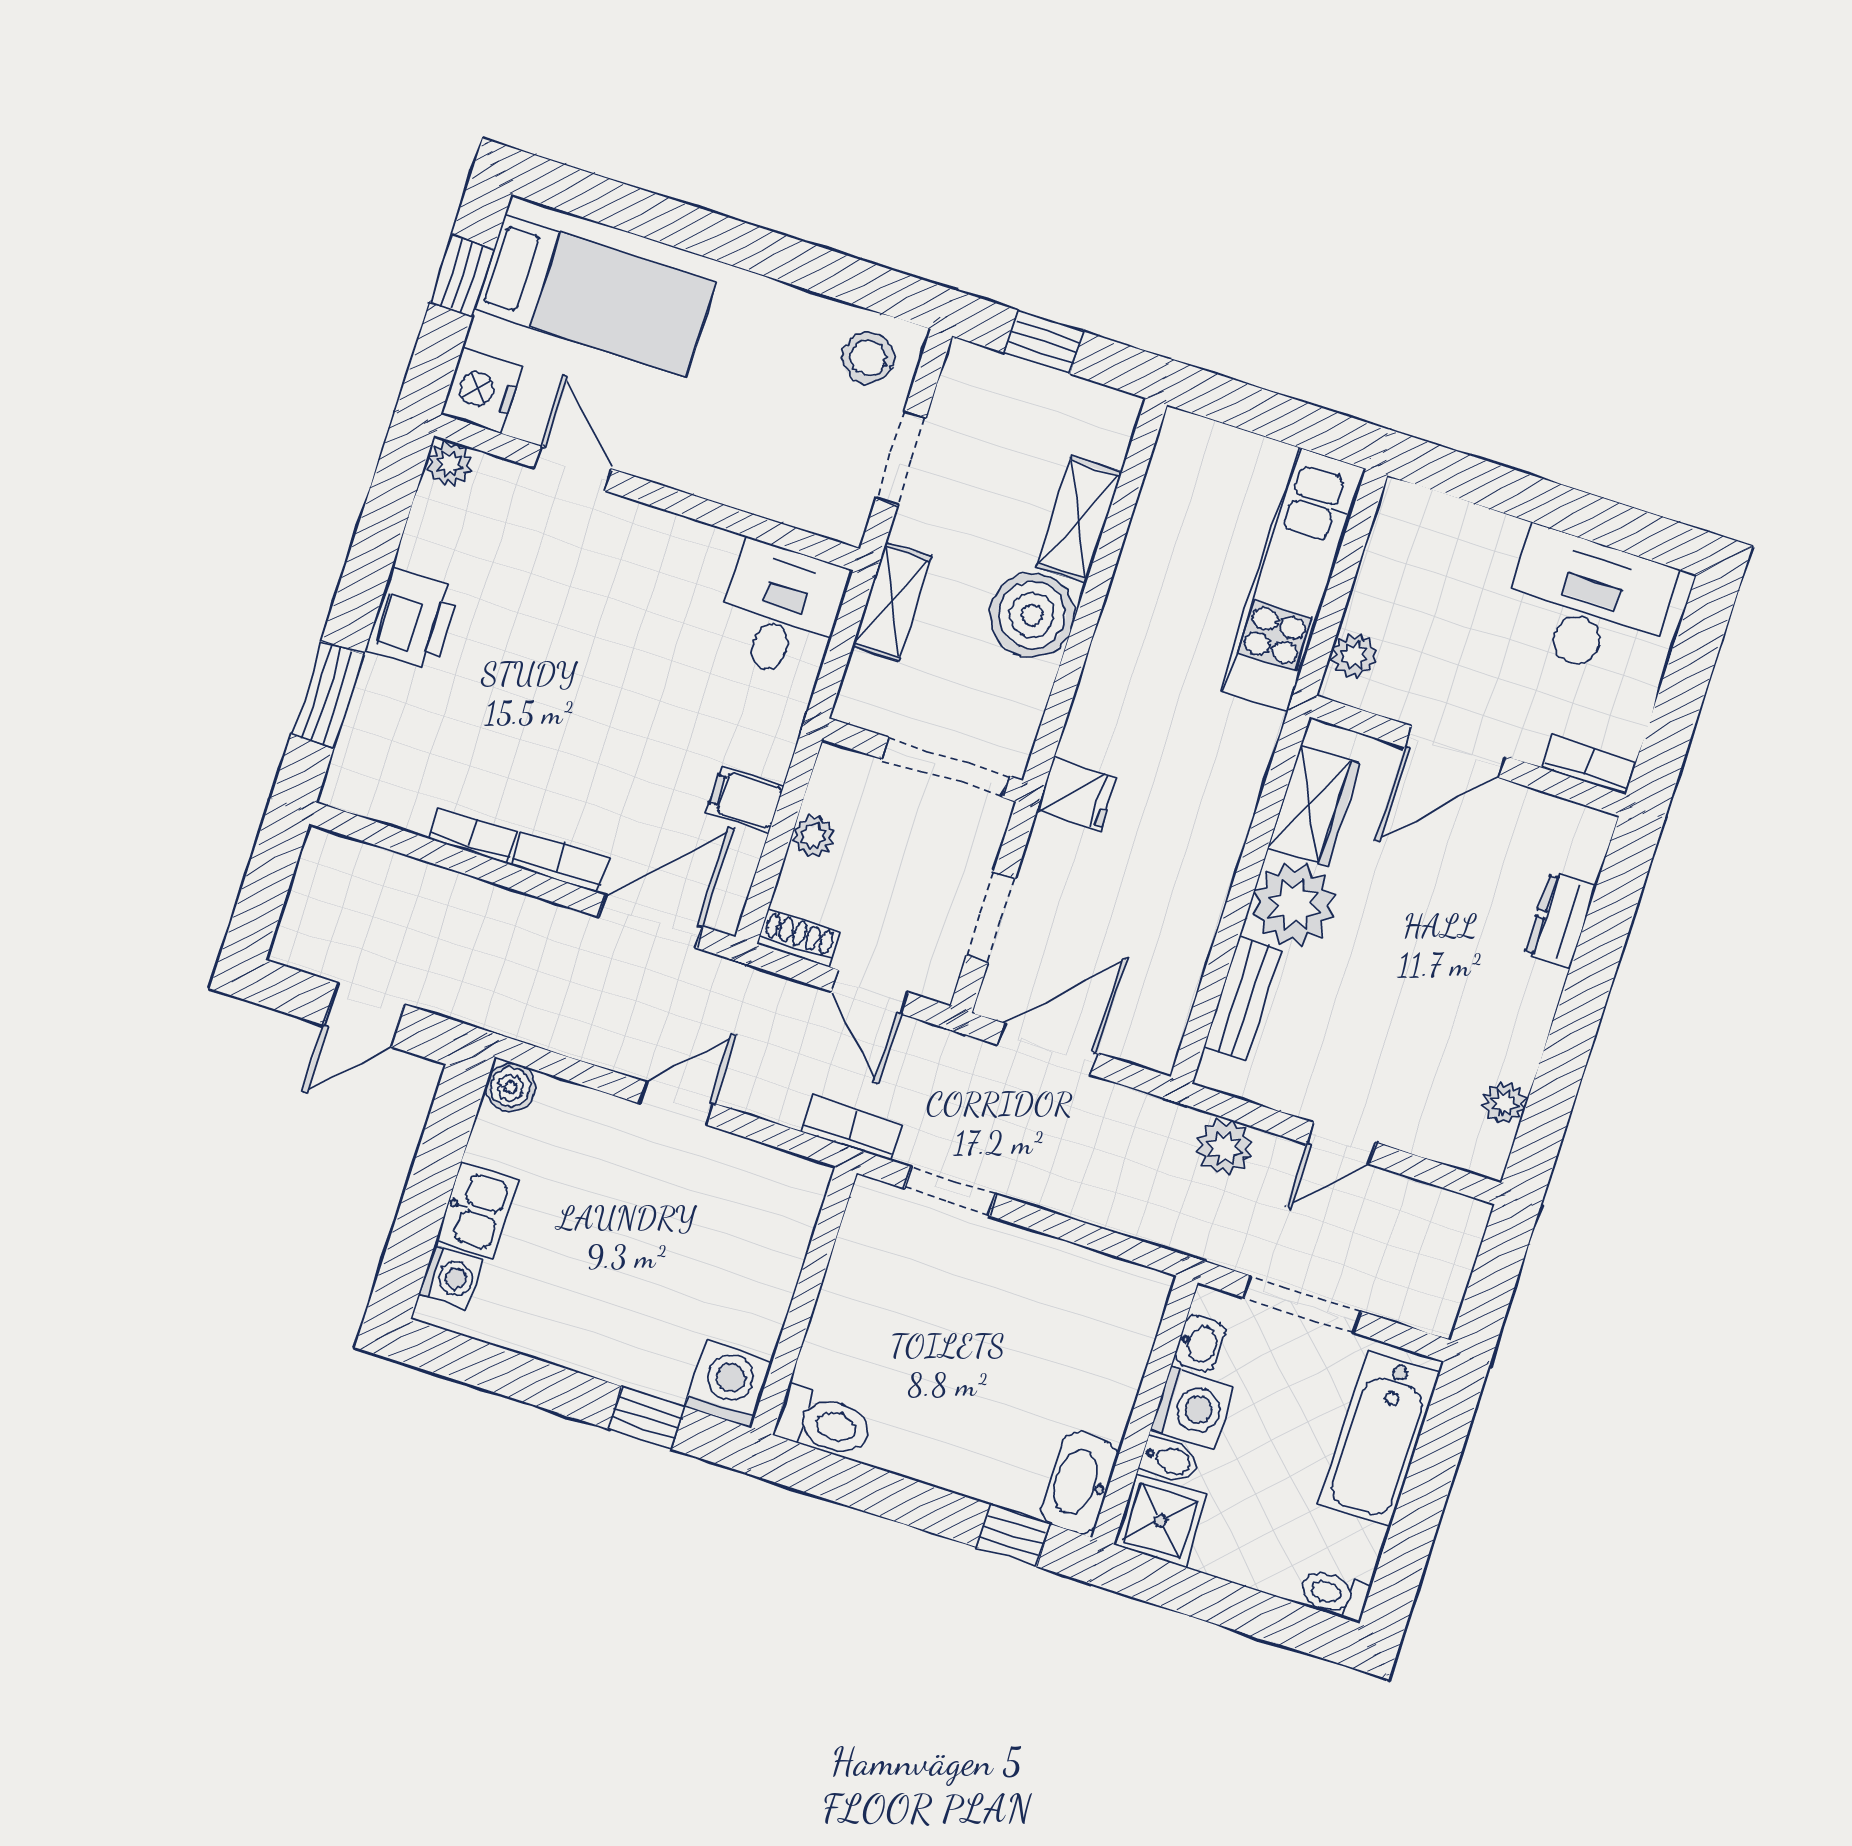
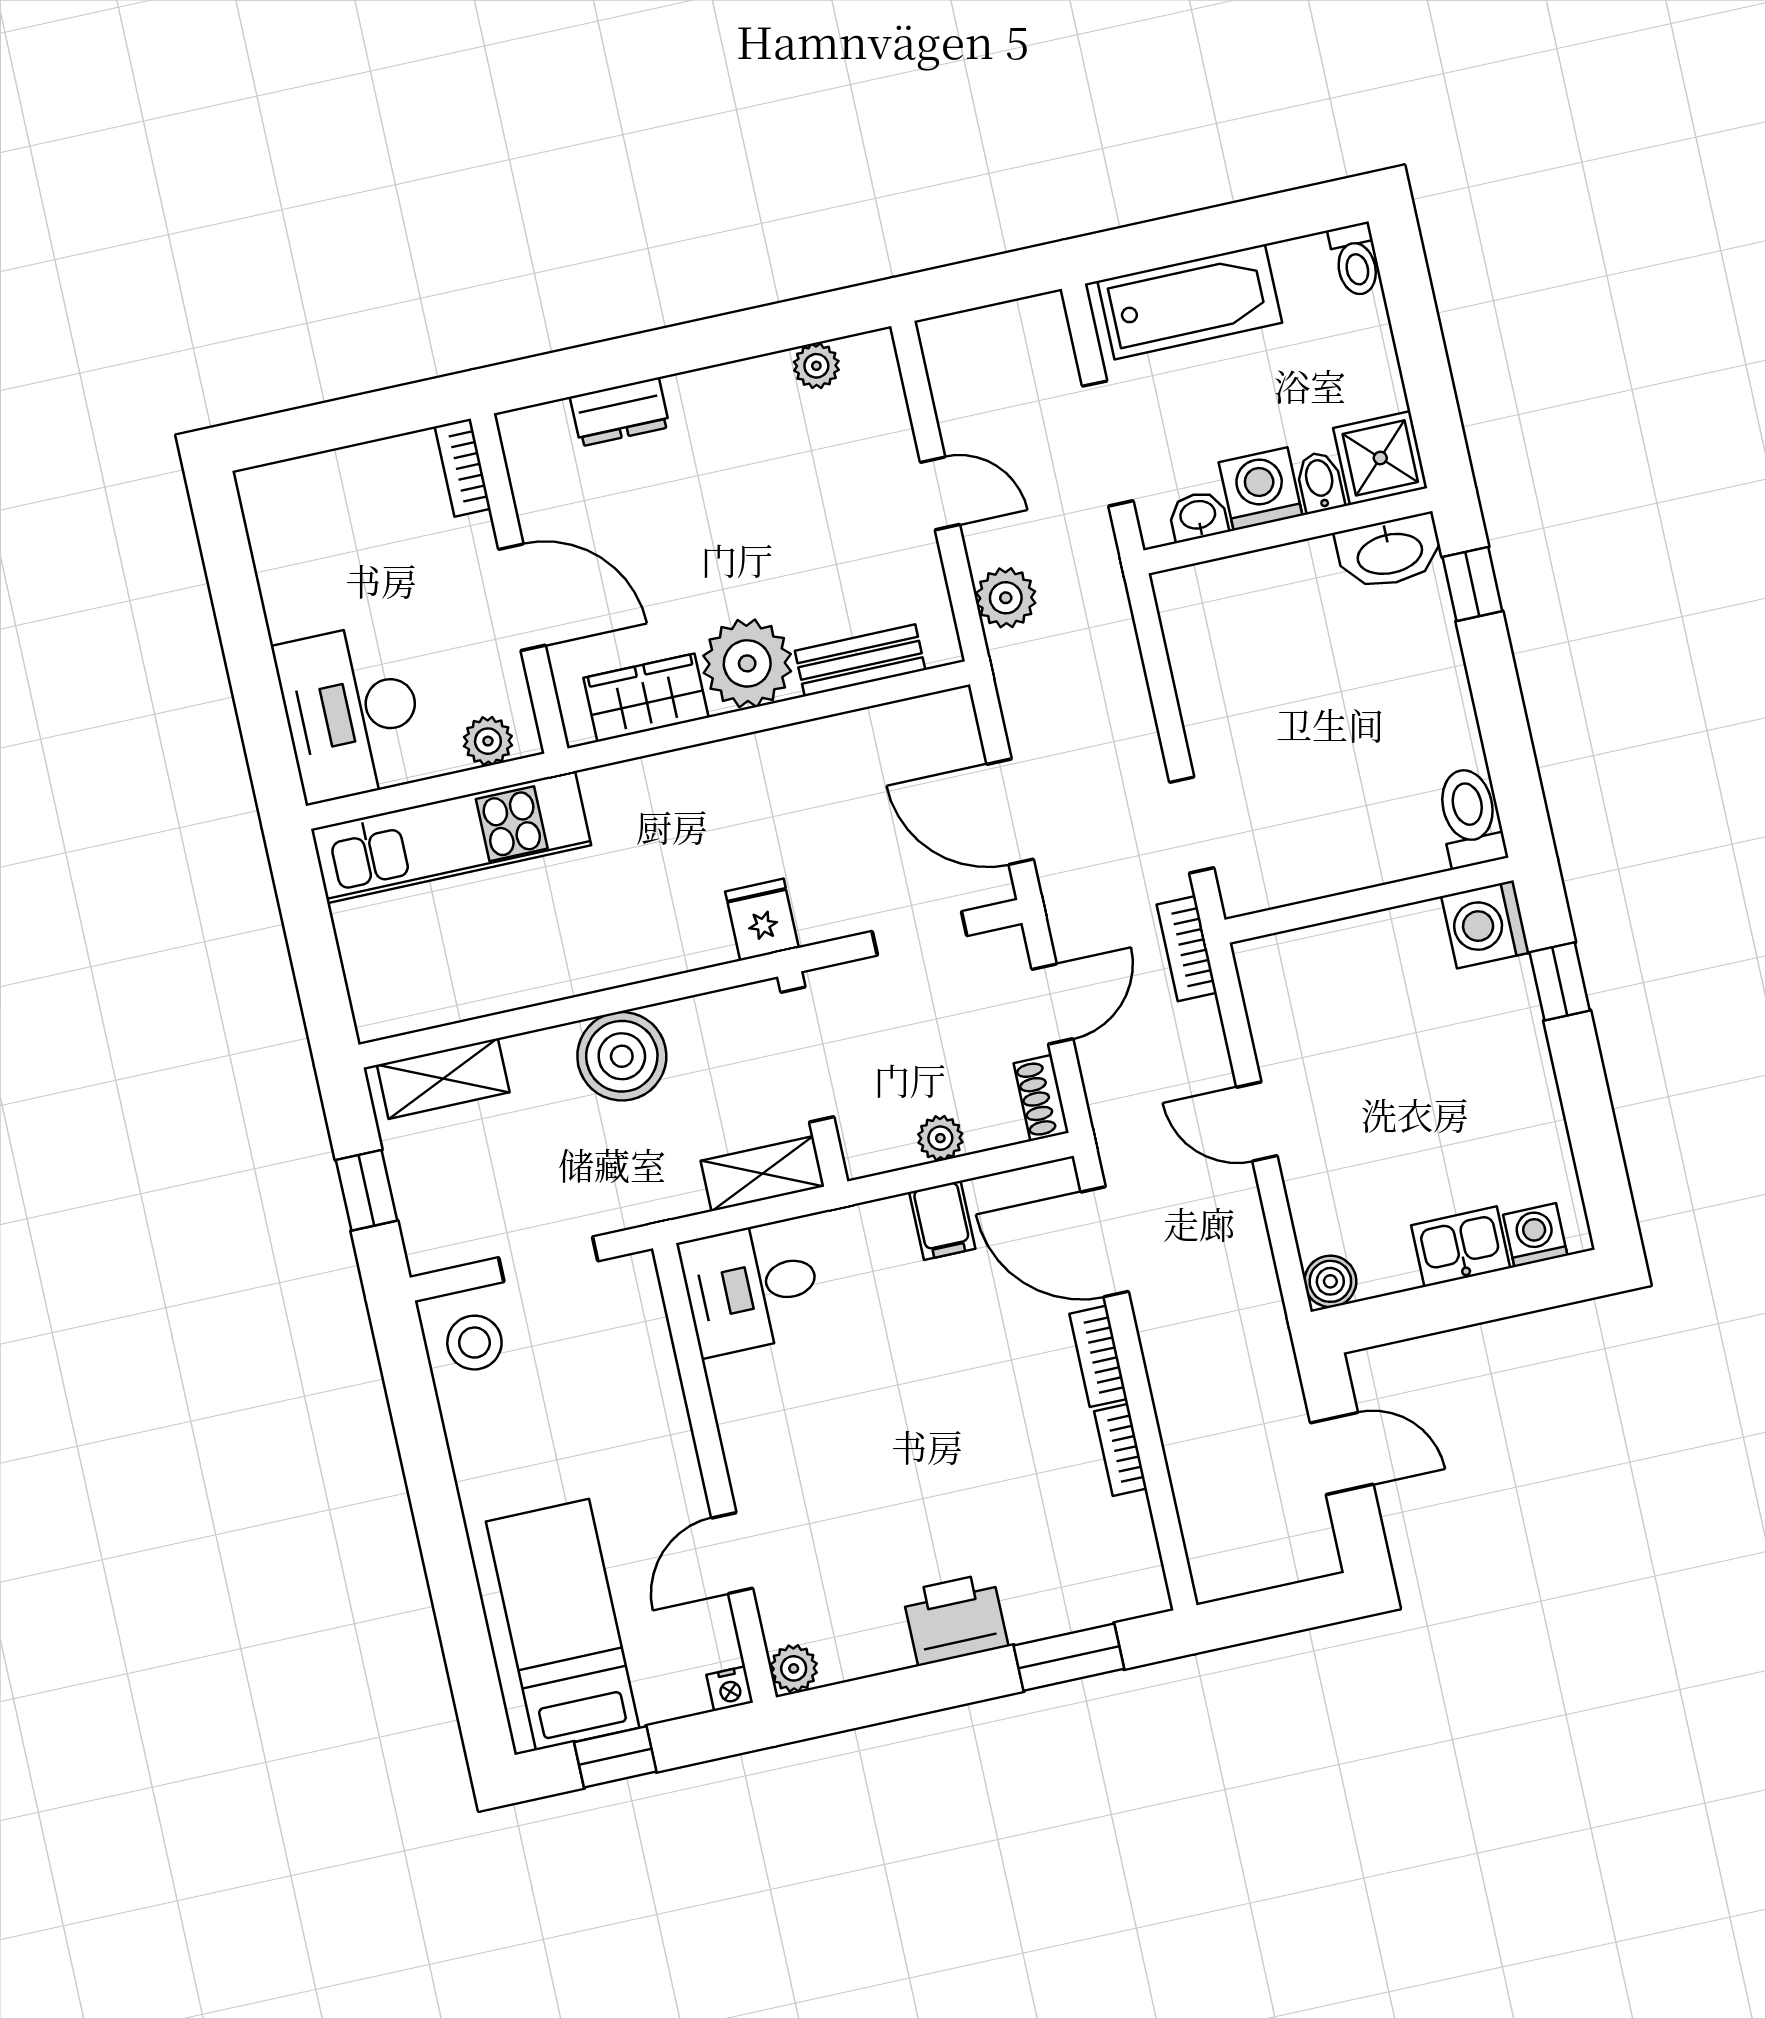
nightstand: (482, 390) -> (730, 1689), width x0.53, depth x0.56
shelving: (1079, 520) -> (443, 1079), moved
shelving: (892, 602) -> (762, 1174), moved
desk: (1588, 604) -> (351, 712), moved

